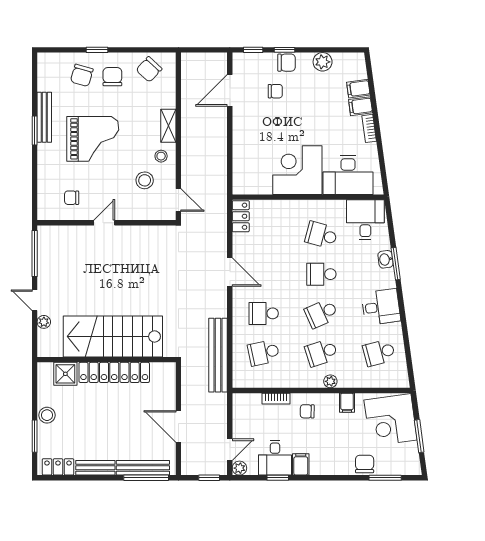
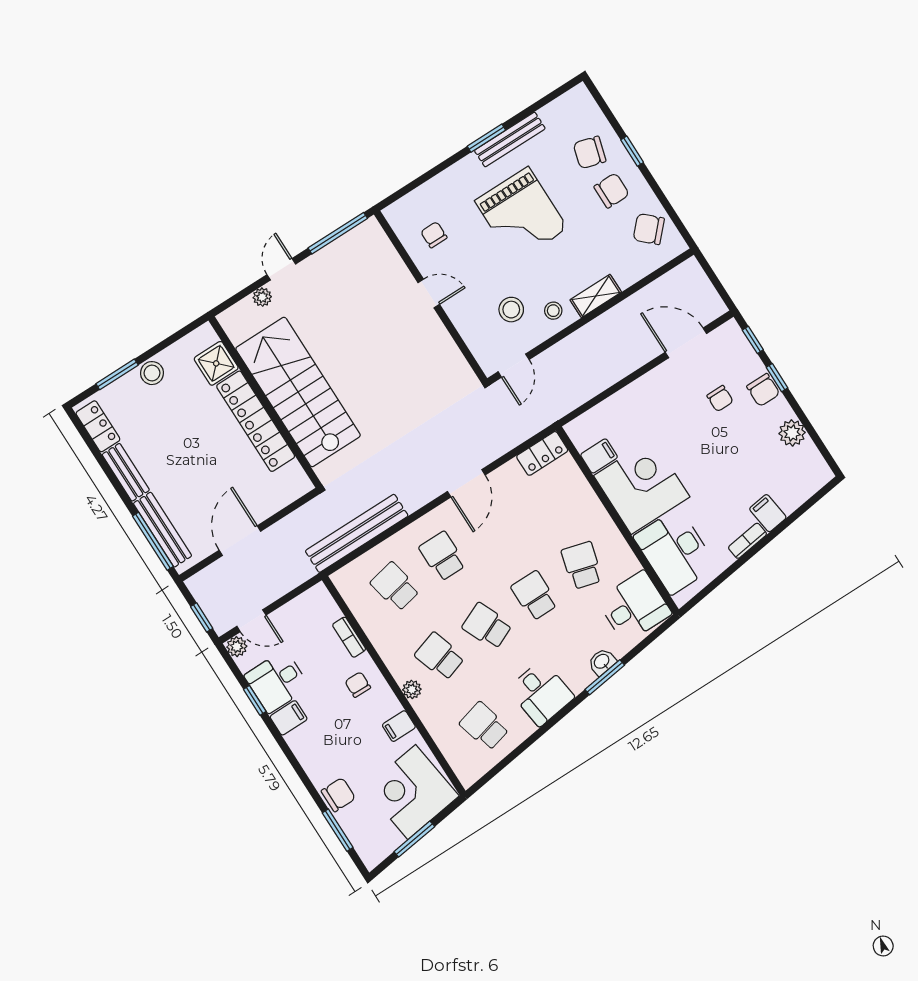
filing cabinet: (358, 89) -> (599, 456), moved, turned 98

